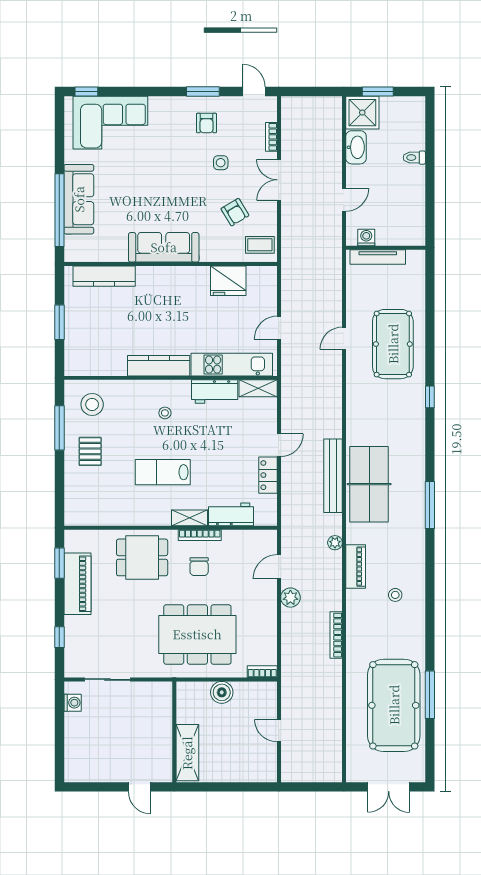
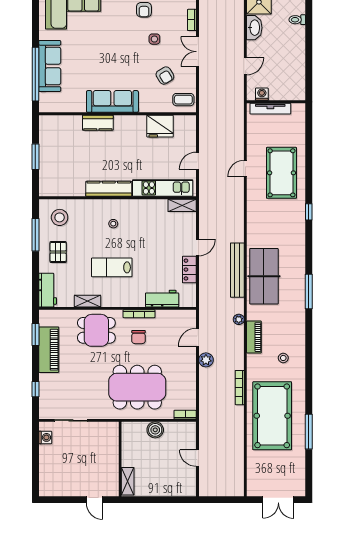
toilet: (414, 158) -> (297, 20), moved
kitchen counter: (104, 276) -> (98, 123), moved, width x0.67
workbench: (215, 392) -> (48, 290), moved, turned -90
shelving: (190, 518) -> (87, 301), moved
pool table: (394, 705) -> (272, 416), moved
shelving: (187, 753) -> (128, 481), width x0.67, depth x0.75

